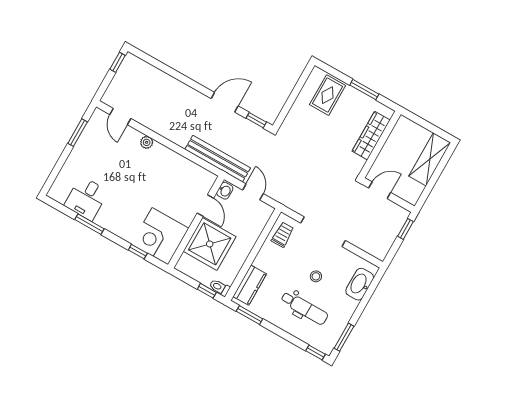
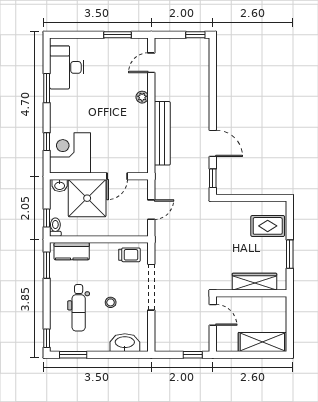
bench: (218, 159) -> (162, 133), moved
washbasin: (225, 191) -> (60, 185), moved
desk: (86, 198) -> (67, 67), width x1.37

